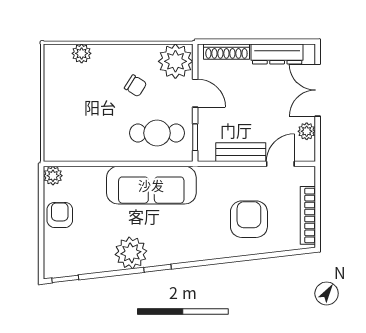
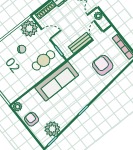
plant: (131, 253) -> (52, 129), moved

